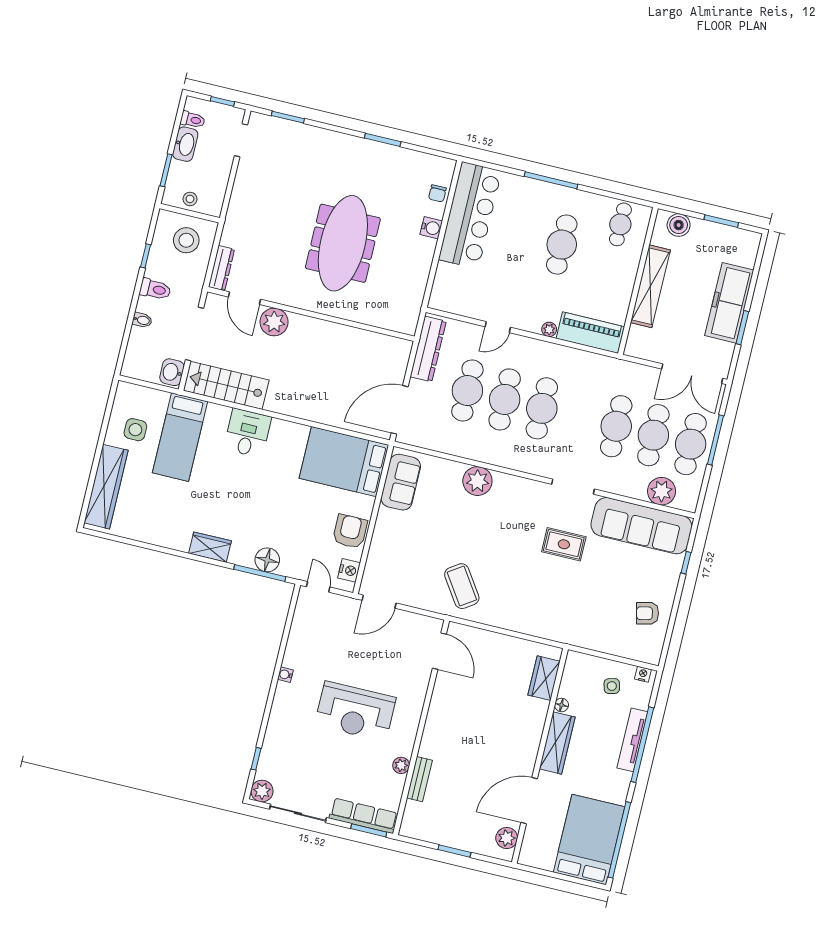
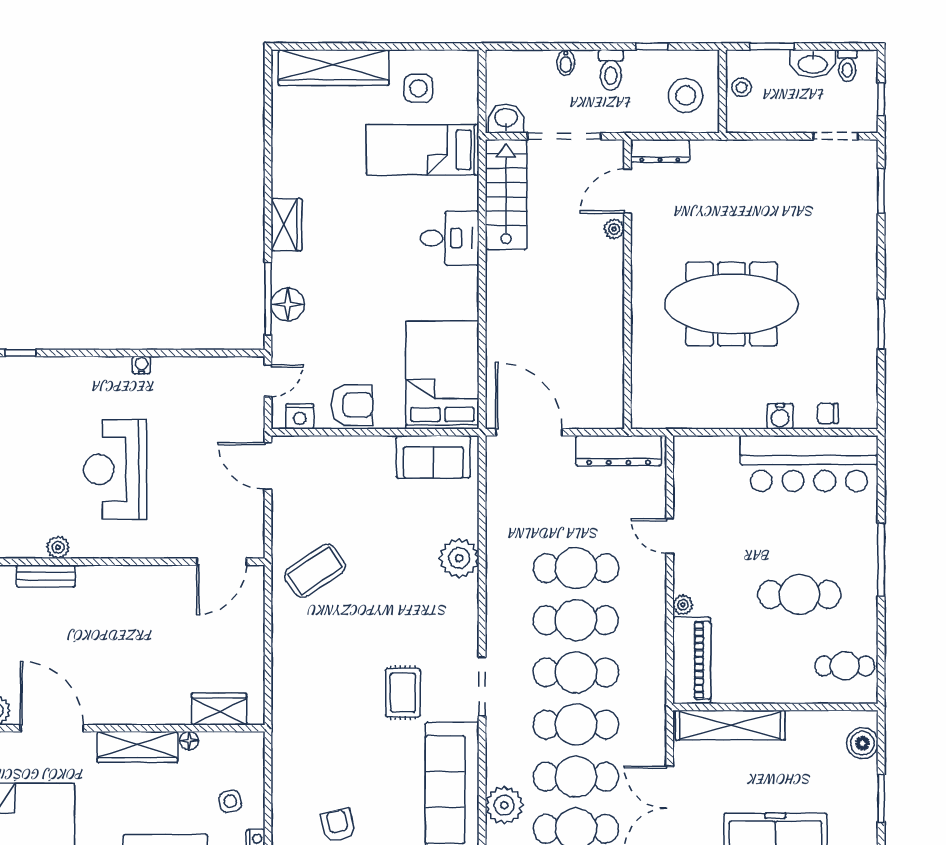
shelving: (650, 286) -> (730, 725), moved
plant: (274, 322) -> (614, 229), width x0.53, depth x0.53
cafe table: (467, 391) -> (576, 672), moved

